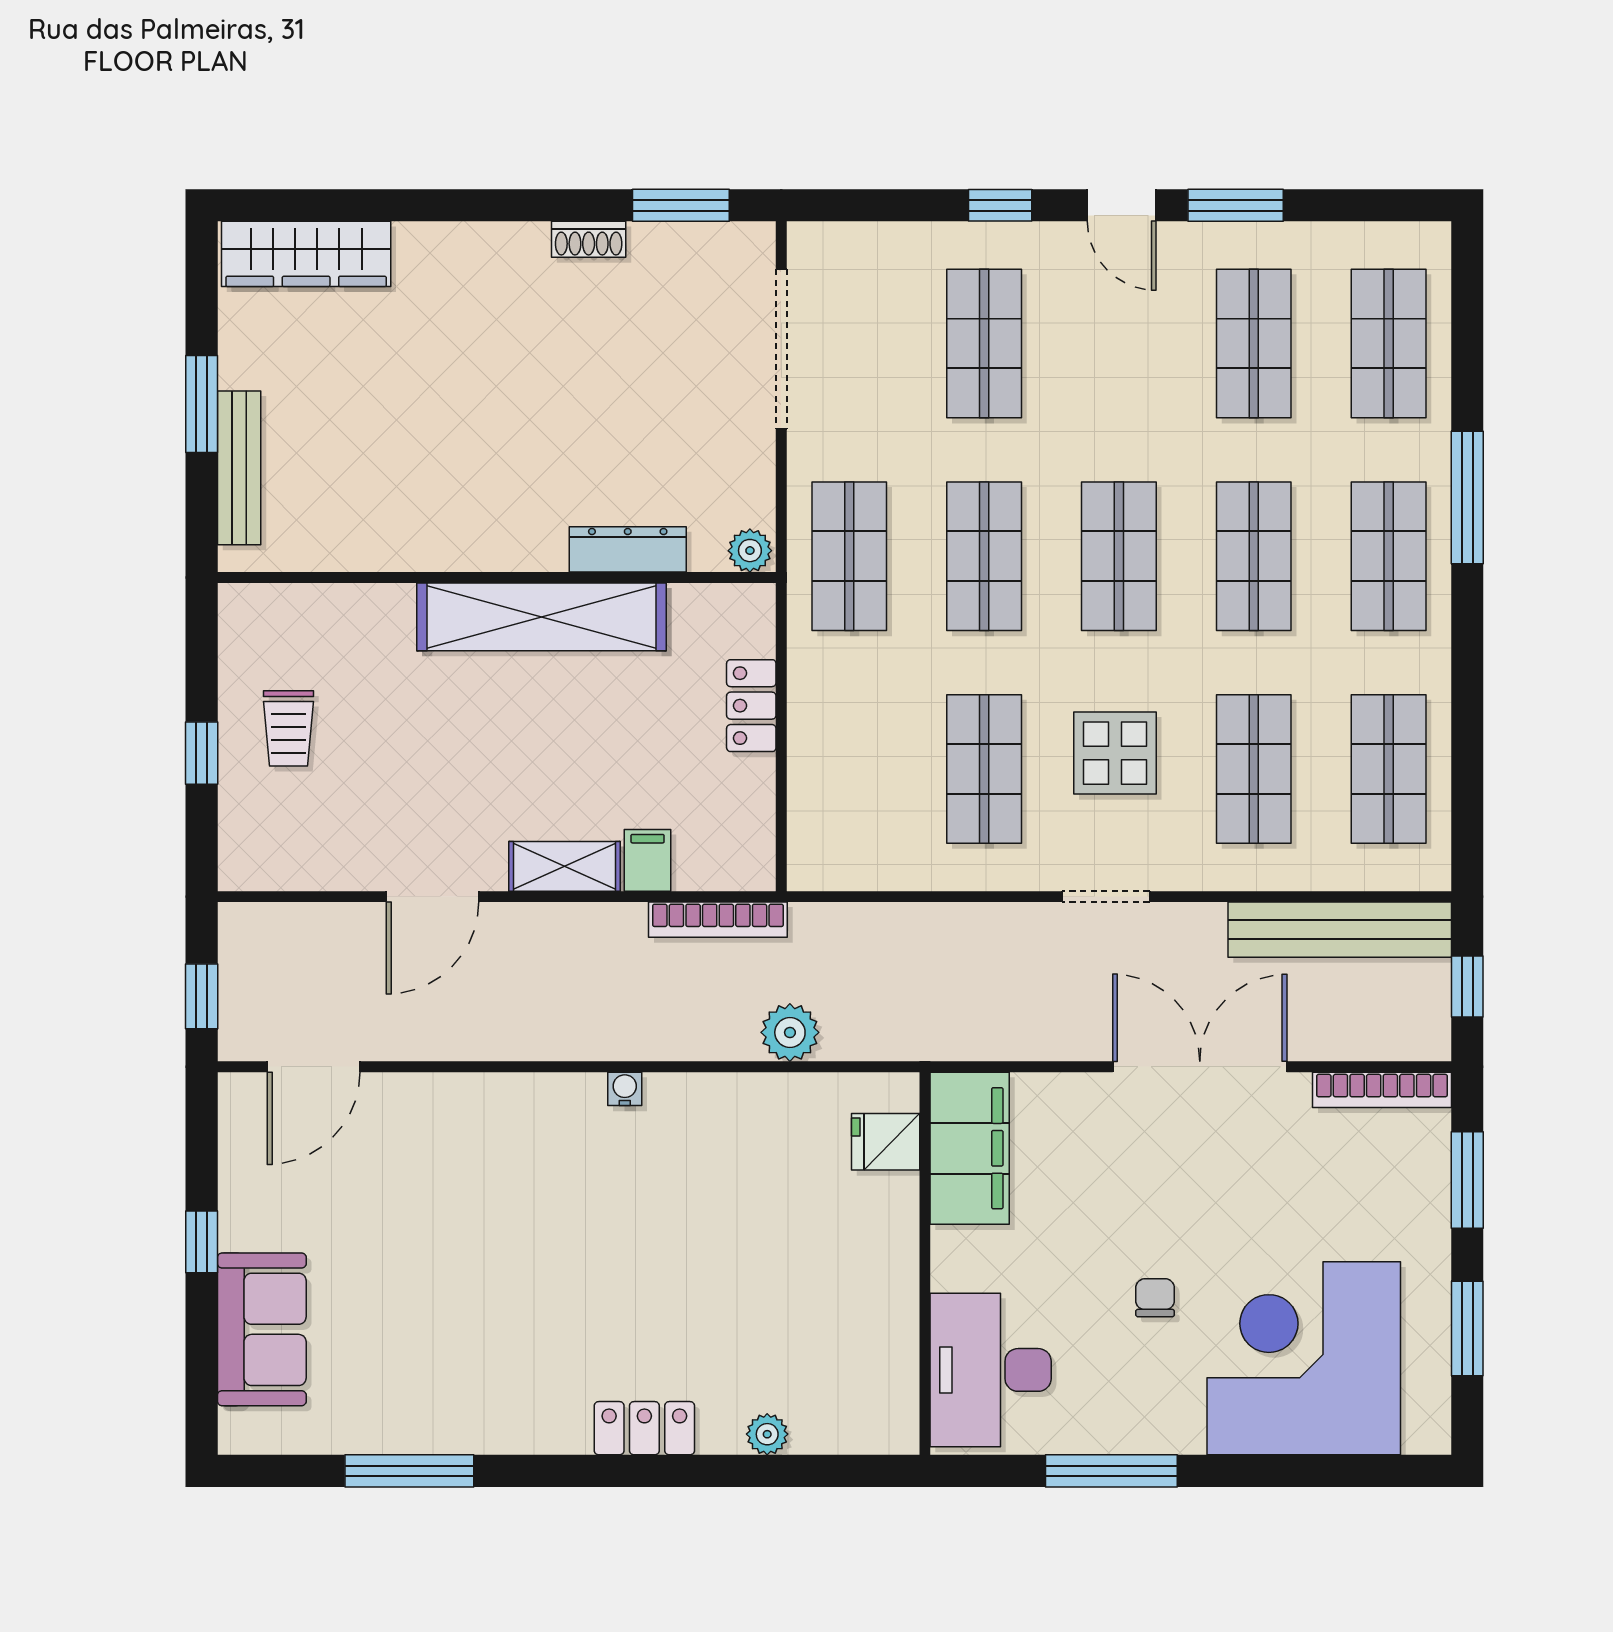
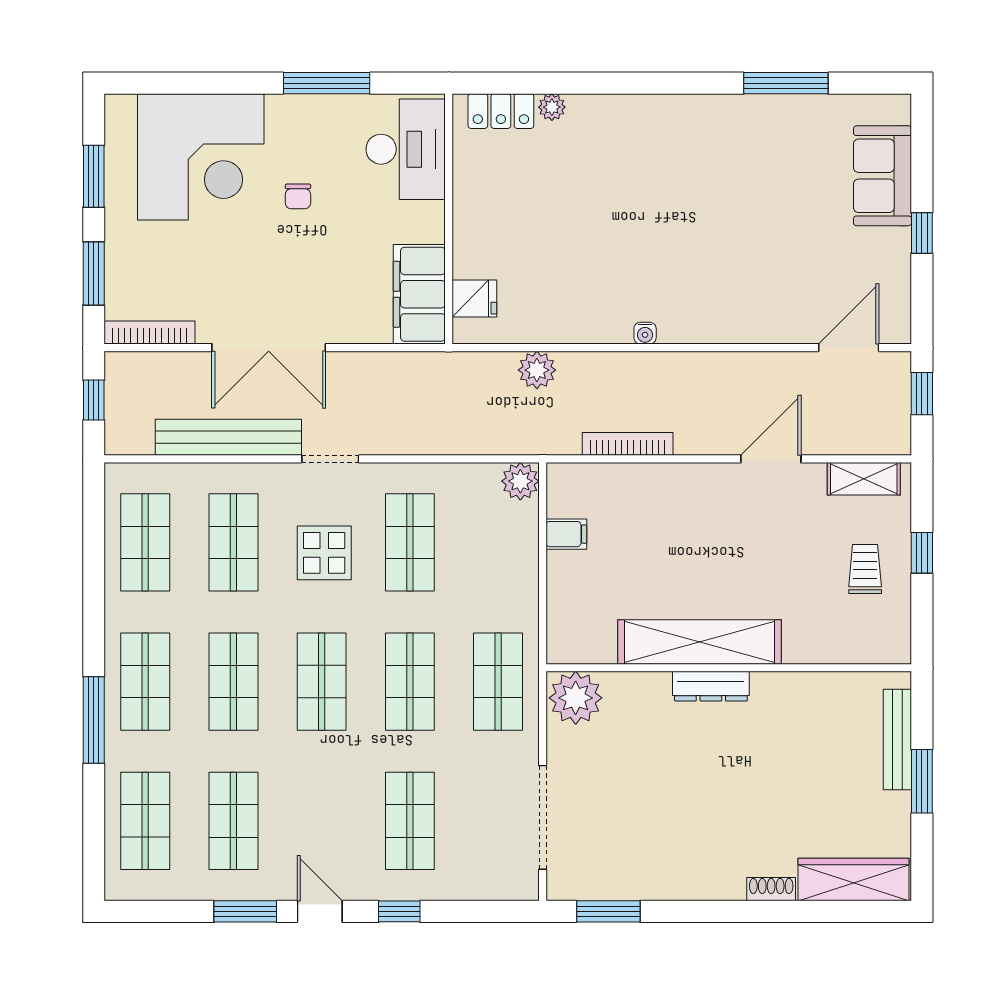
shoe rack: (589, 239) -> (771, 889), moved
dresser: (628, 549) -> (711, 686), moved
plant: (750, 551) -> (576, 698), width x1.88, depth x1.88
locker: (751, 706) -> (562, 584), removed
filing cabinet: (648, 860) -> (566, 534), moved, turned -90
plant: (815, 862) -> (520, 481), added
shelving: (565, 866) -> (864, 479), moved
bookcase: (718, 920) -> (628, 444), moved
bench: (1340, 930) -> (228, 437), moved
locker: (644, 1428) -> (501, 111), moved

